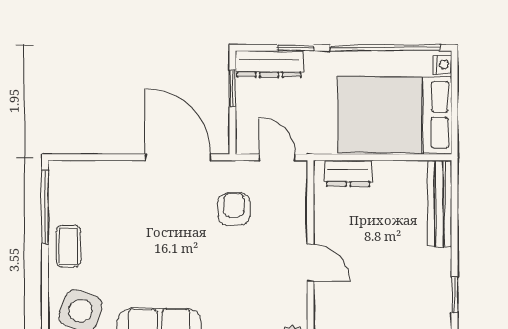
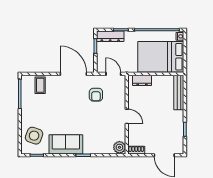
armchair: (234, 209) -> (96, 95), turned 180
coffee table: (68, 246) -> (40, 85), moved

